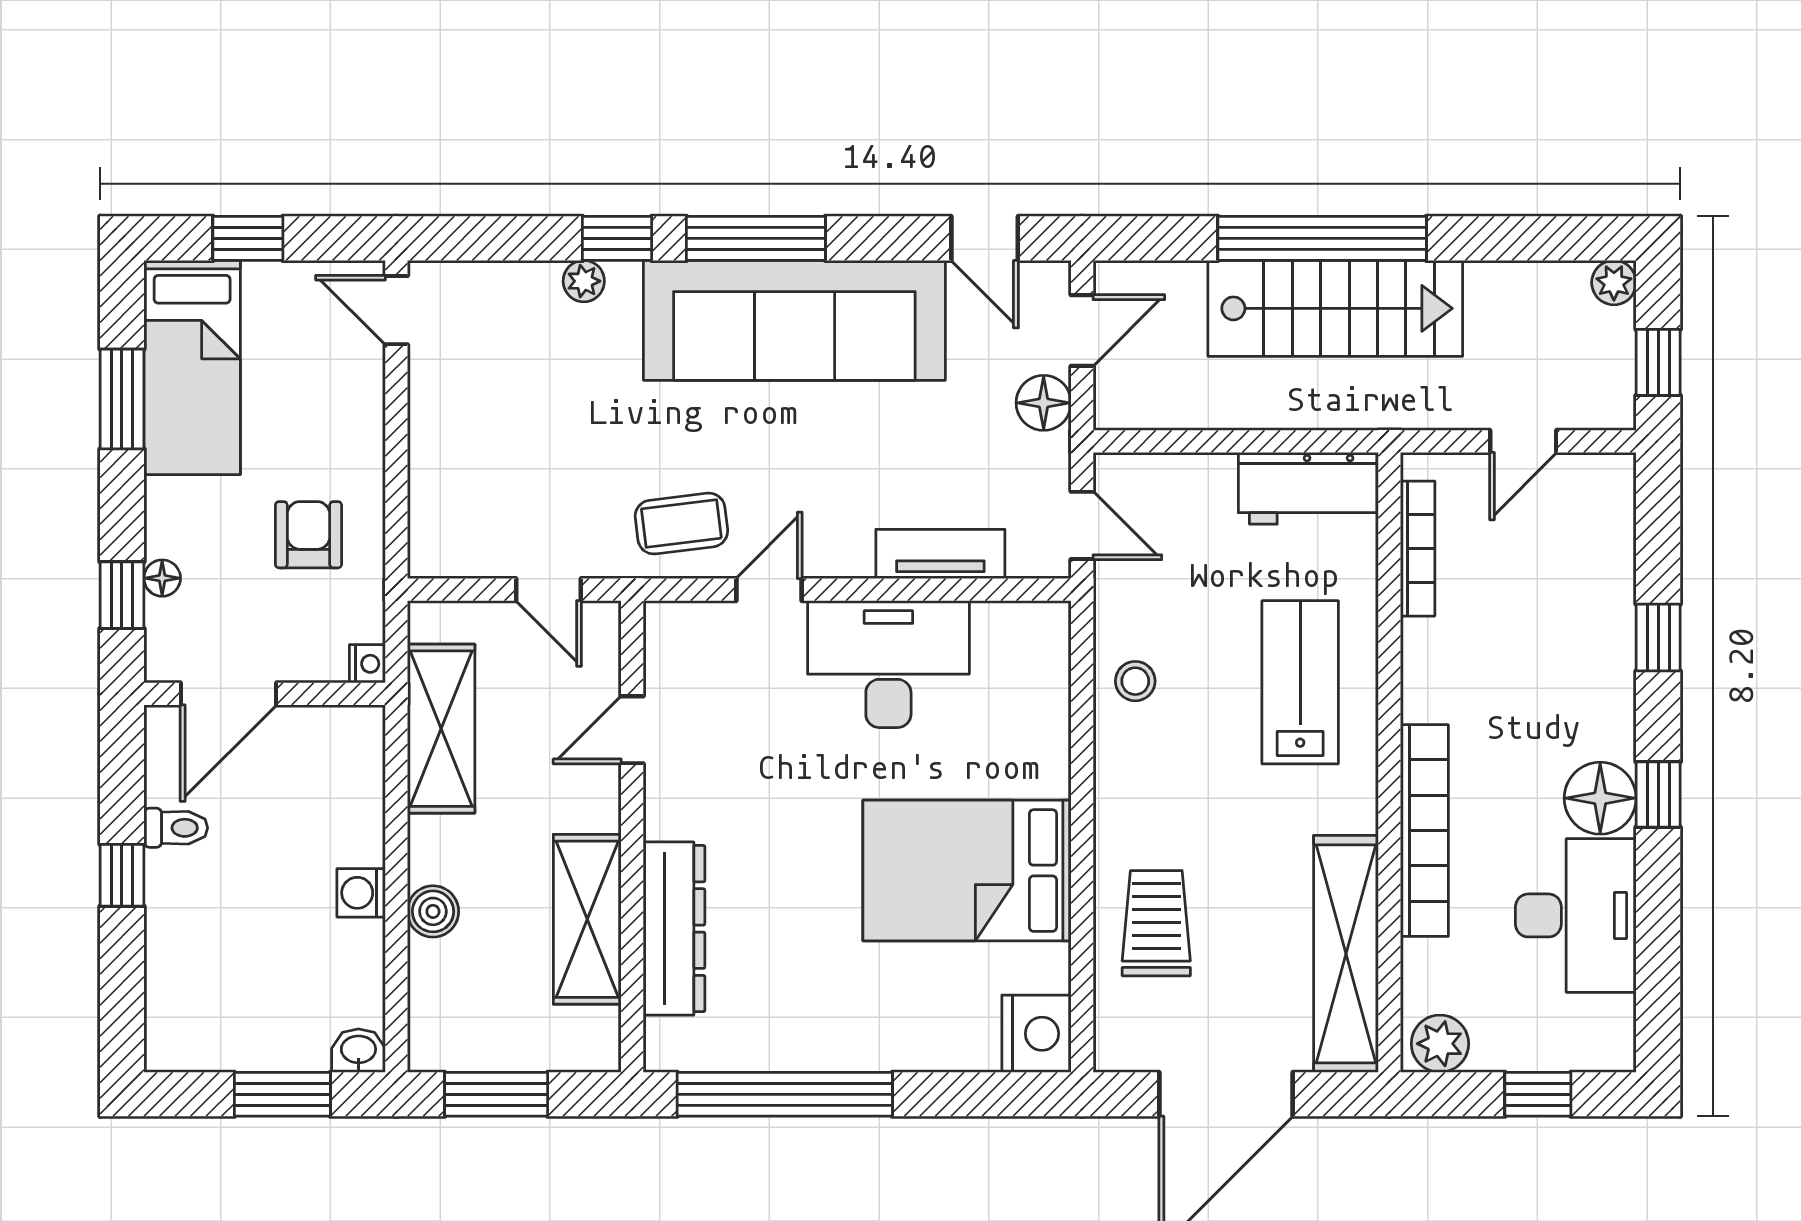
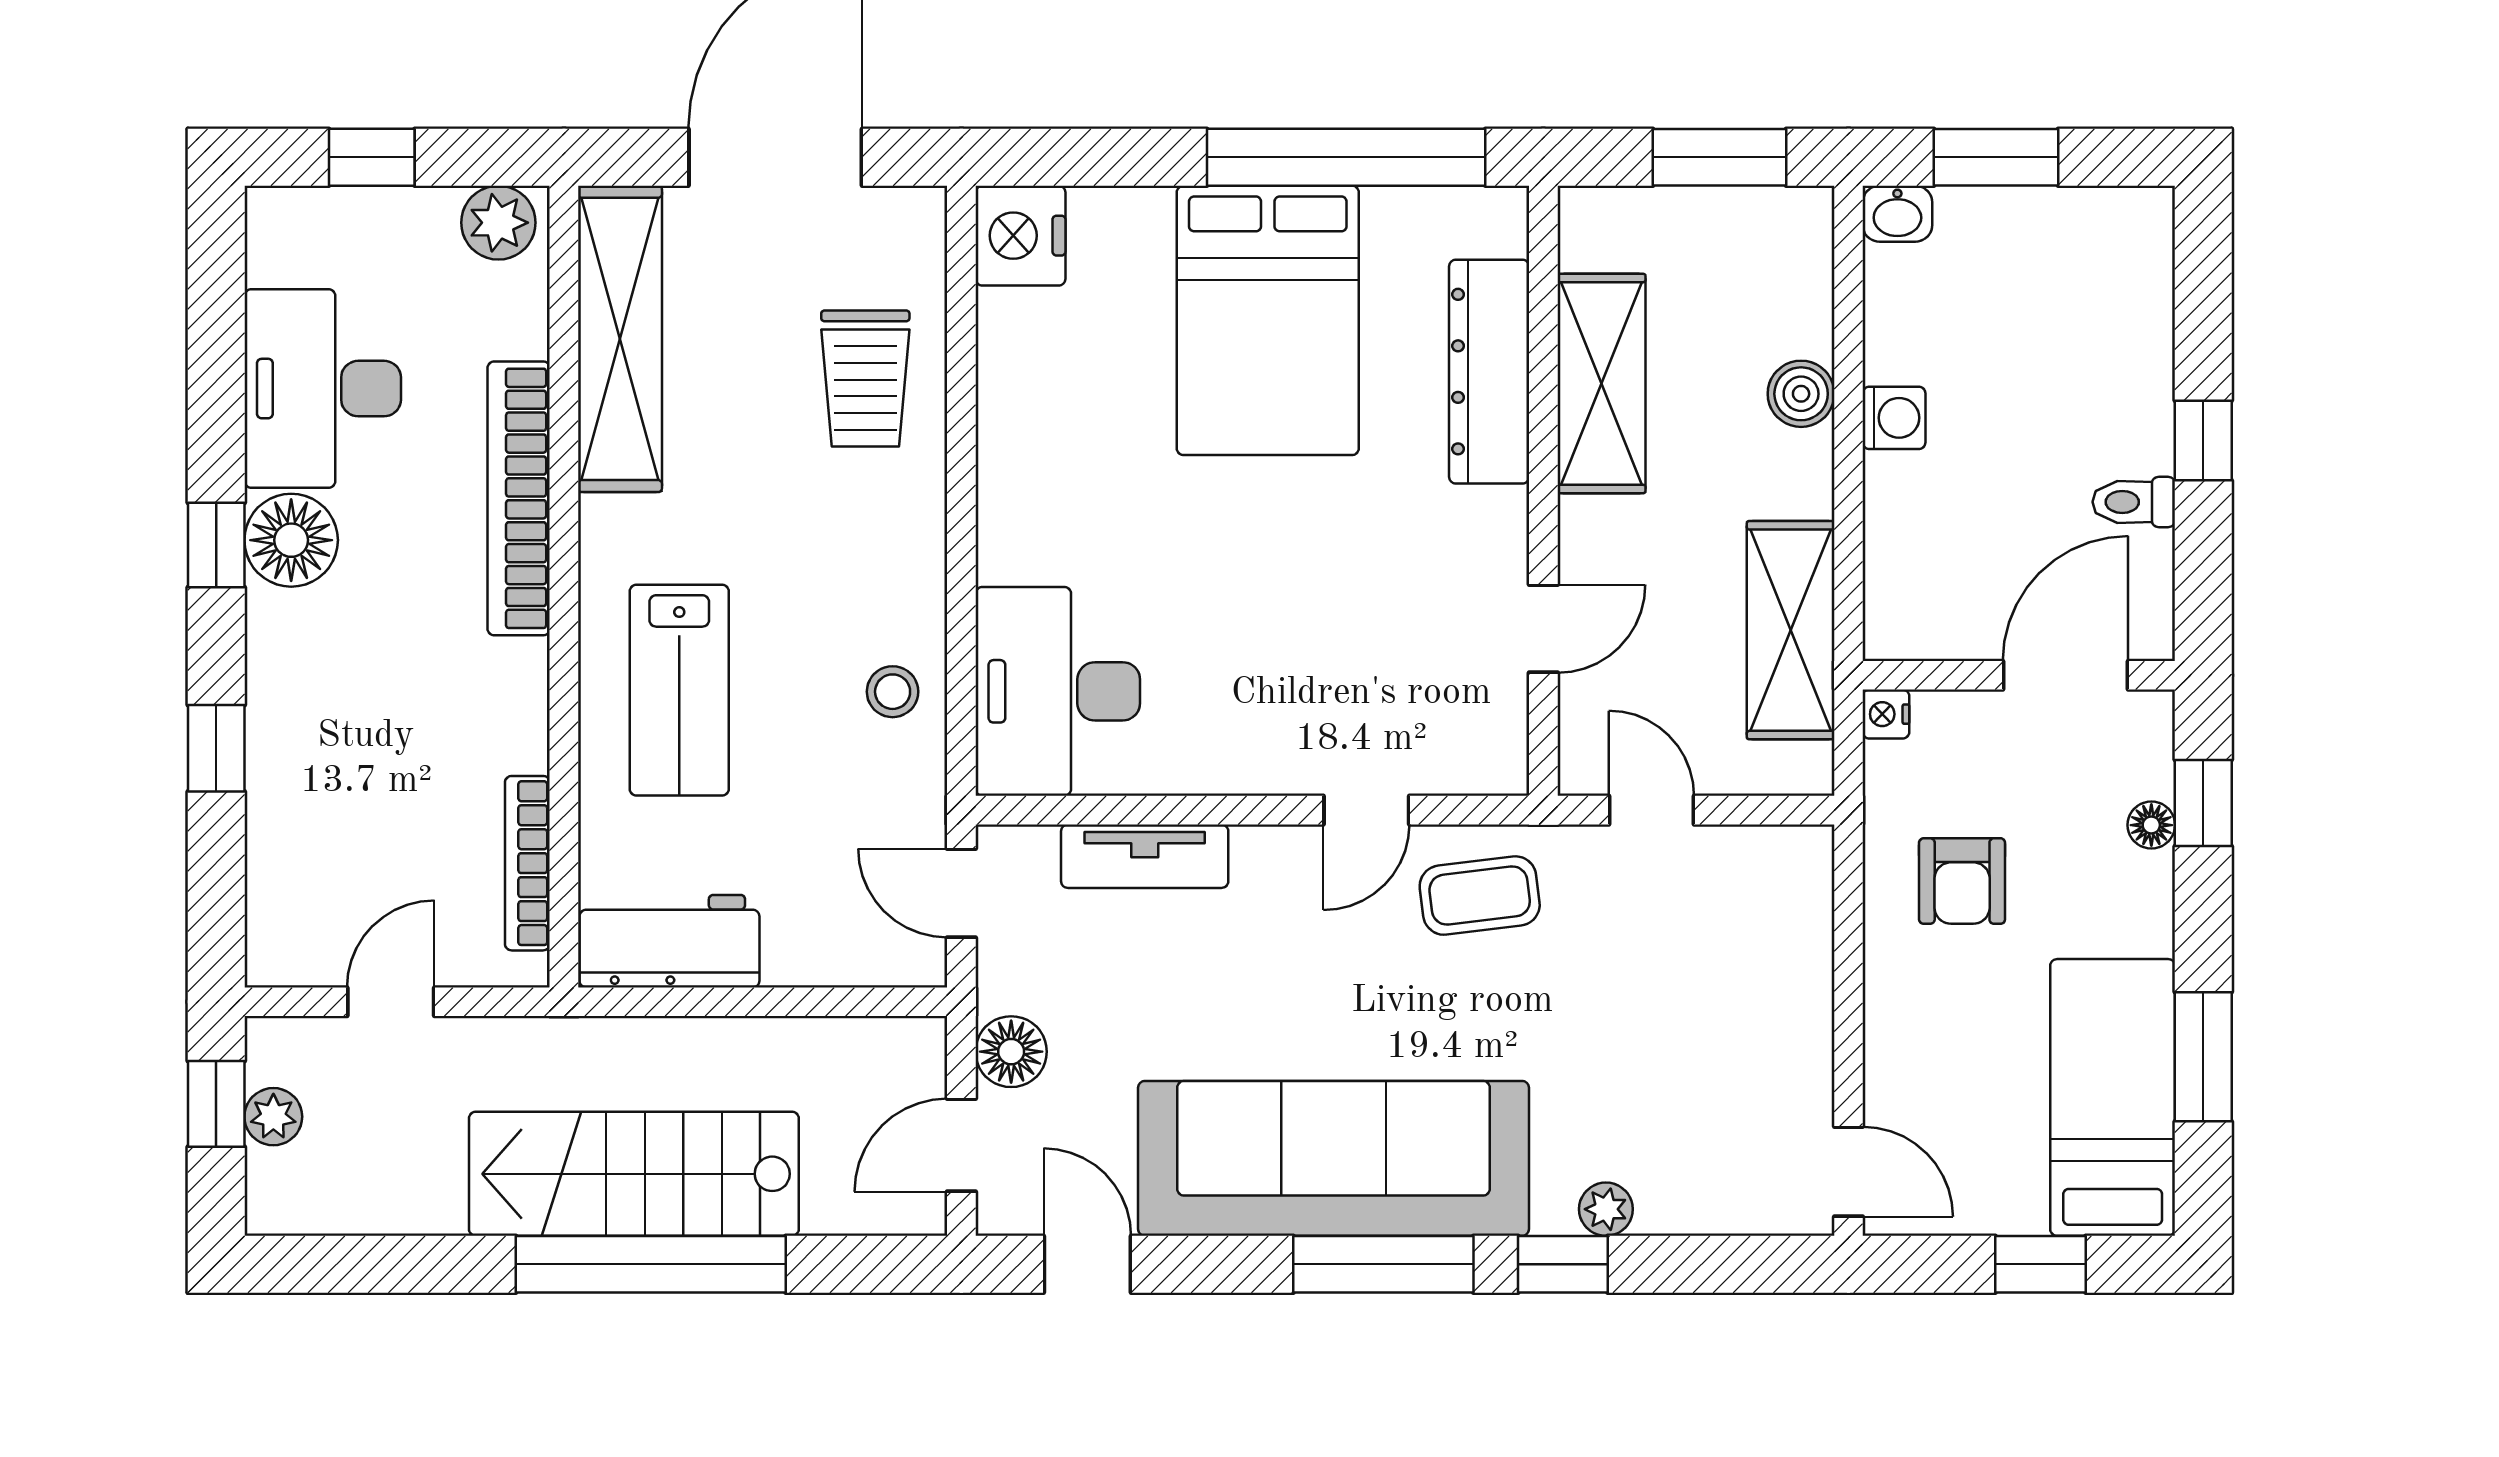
plant: (1614, 283) -> (273, 1117), moved
desk: (888, 664) -> (1058, 691), moved, turned 90
bed: (967, 871) -> (1268, 320), moved, turned 90

